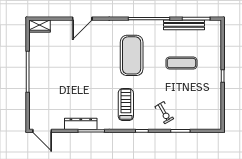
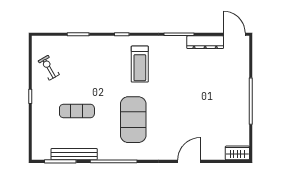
exercise bike: (164, 113) -> (49, 68), moved
dresser: (81, 124) -> (205, 42), moved

